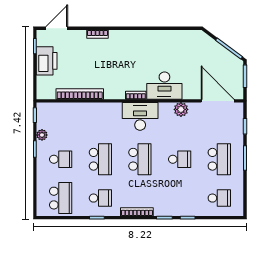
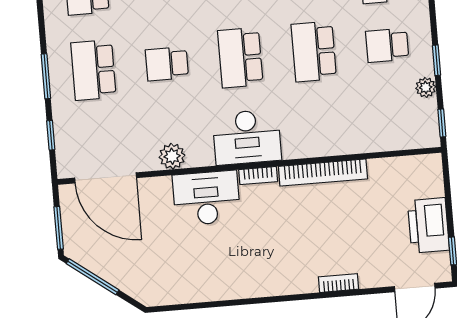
bookcase: (80, 94) -> (323, 173), moved

